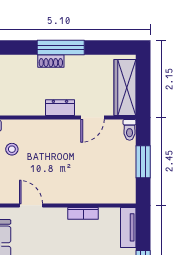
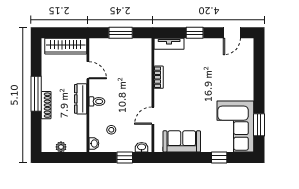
shoe rack: (51, 61) -> (46, 105), width x1.43
dresser: (60, 108) -> (81, 99), width x1.44
toilet: (130, 130) -> (97, 101), moved

